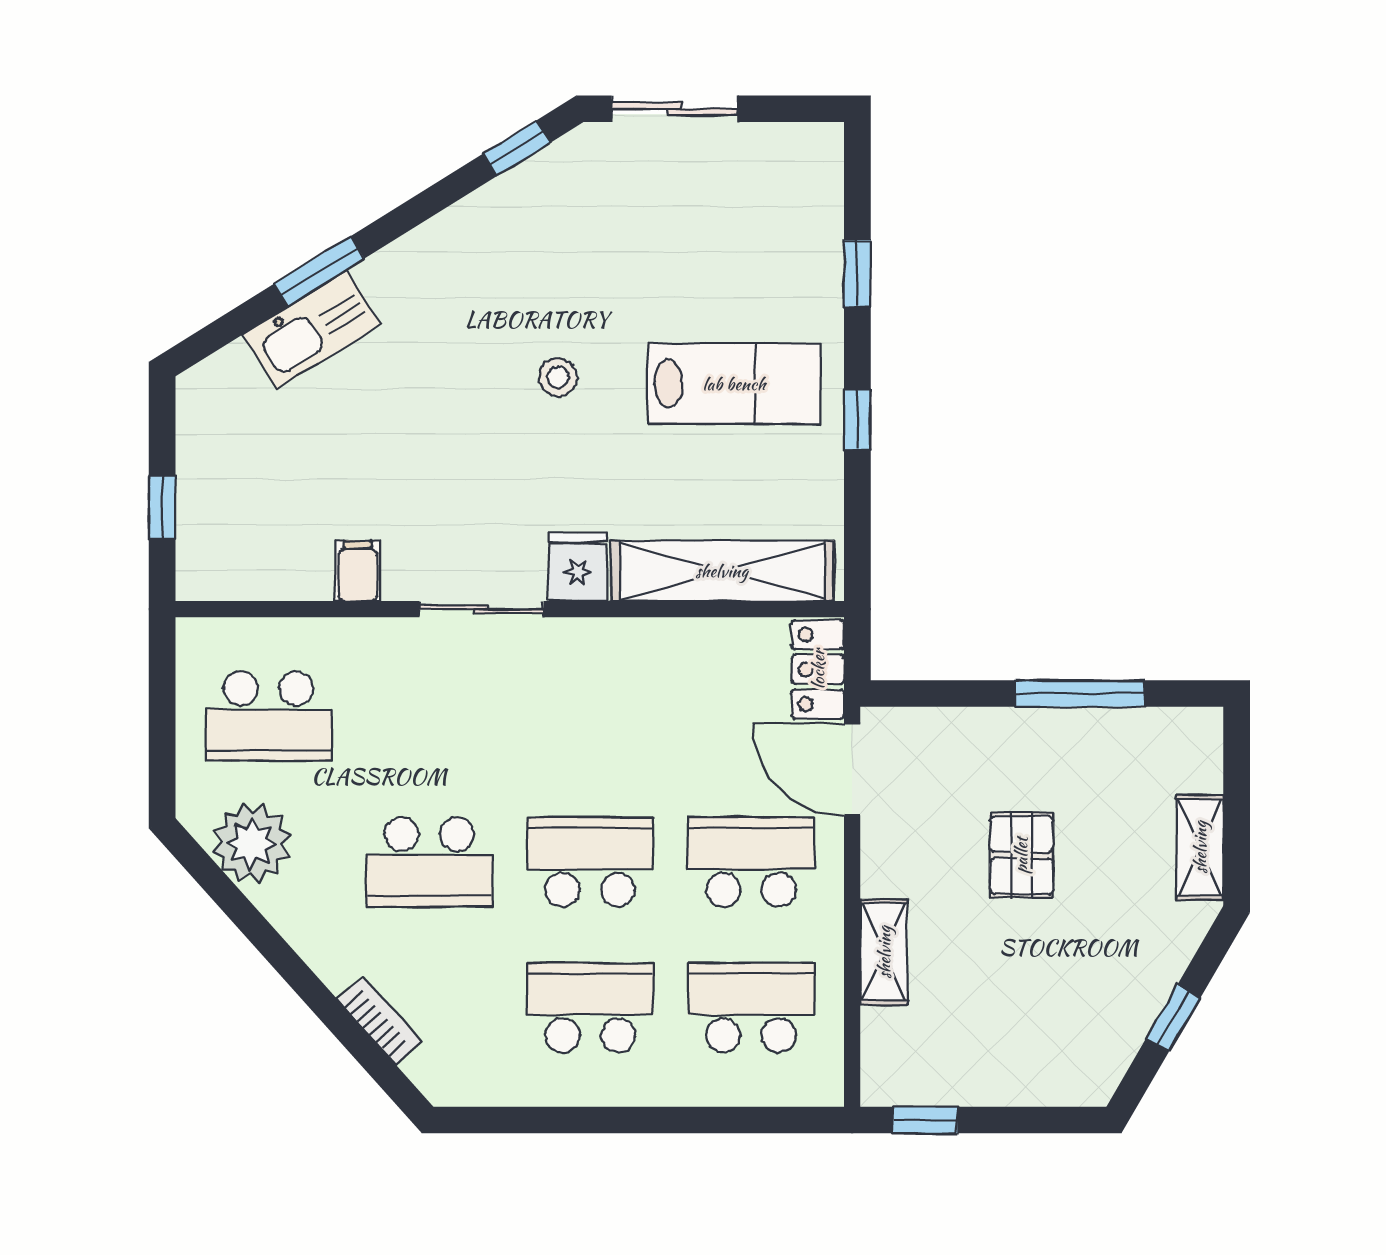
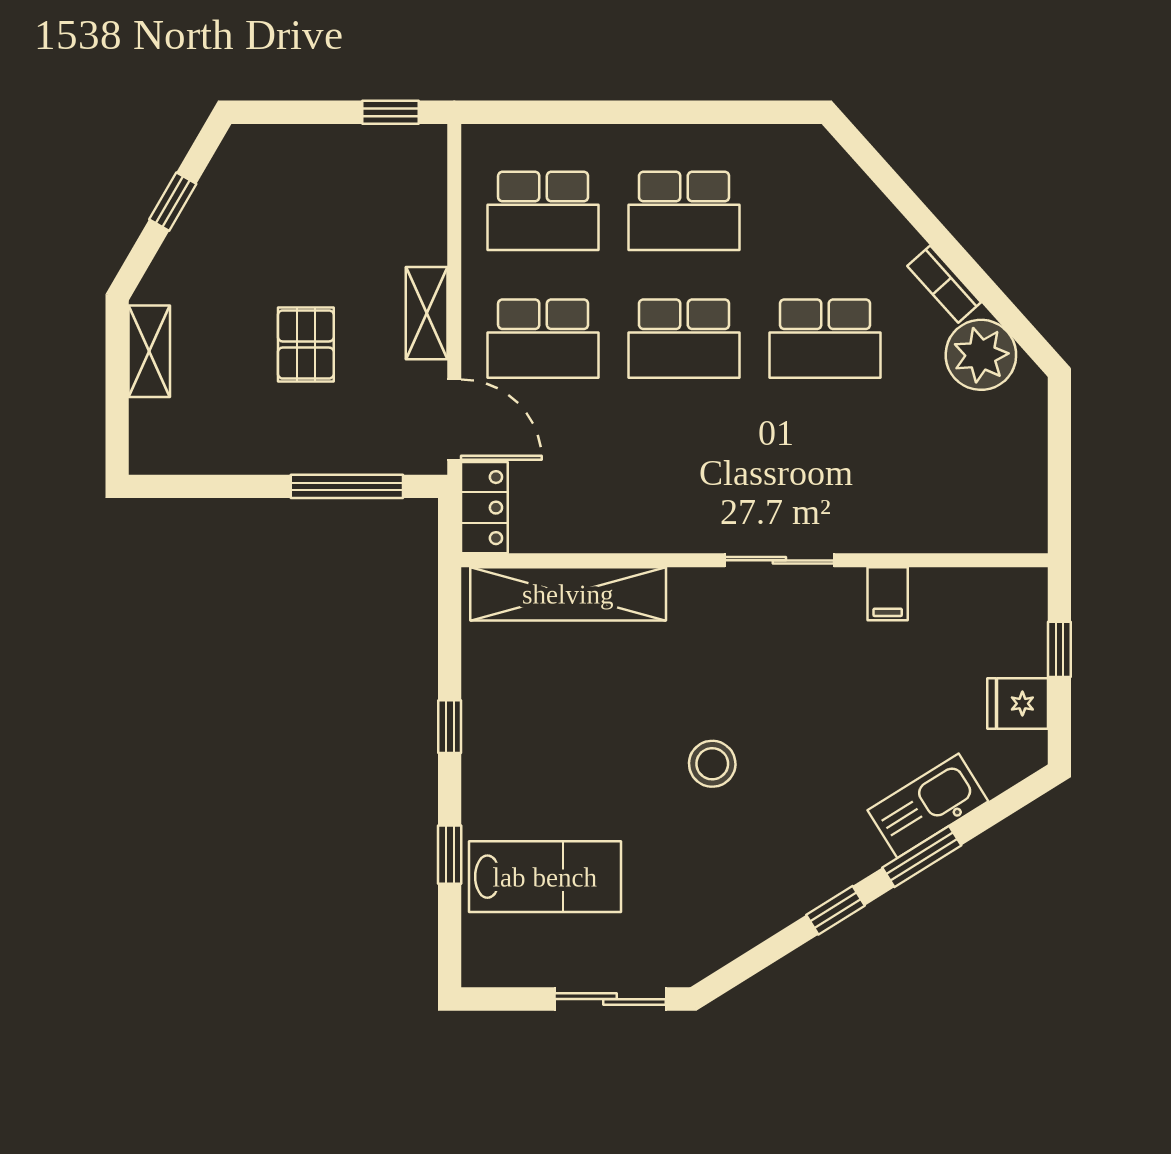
window: (517, 148) -> (835, 910), moved
stool: (558, 377) -> (712, 764), width x1.37, depth x1.37
lab bench: (734, 384) -> (545, 877), moved, turned 180
fridge: (578, 567) -> (1018, 704), moved, turned 90
window: (1080, 693) -> (347, 486), moved
school desk: (269, 716) -> (966, 466), removed
school desk: (429, 862) -> (825, 339), turned 180
shelving: (884, 952) -> (427, 313), moved
bookcase: (380, 1020) -> (944, 284), moved

